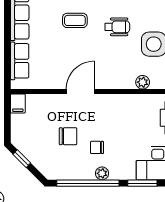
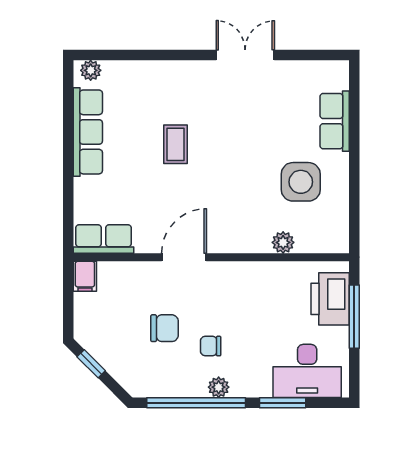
coffee table: (75, 20) -> (175, 144), turned 90
wheelchair: (117, 27) -> (243, 154), removed
row of seats: (20, 61) -> (103, 239), moved, turned -90

